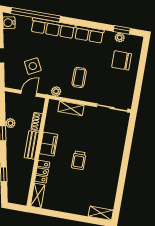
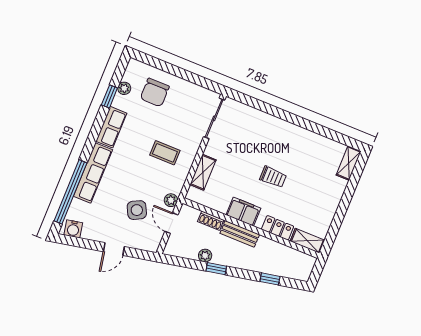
window: (122, 30) -> (109, 96), moved
plant: (56, 91) -> (171, 200), moved

